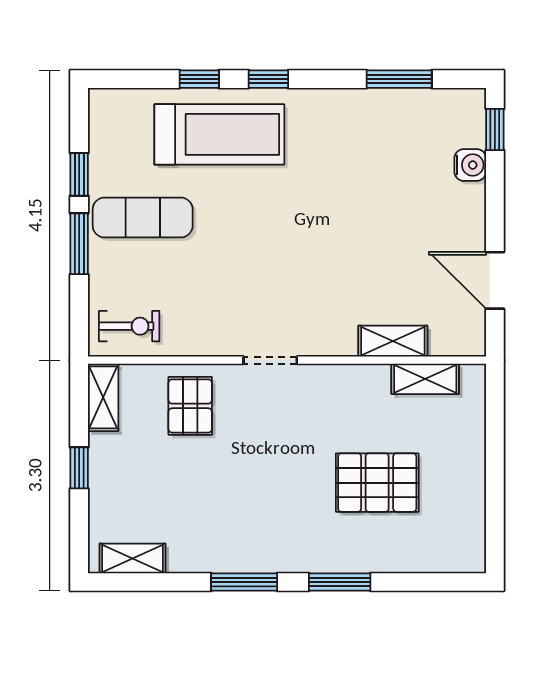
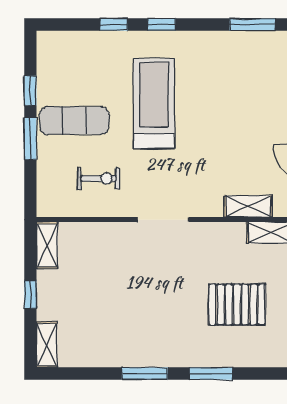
treadmill: (219, 134) -> (154, 104), moved, turned -90
exercise bike: (129, 326) -> (99, 179), moved
doorway: (270, 360) -> (163, 220), width x1.38
pallet: (190, 406) -> (107, 251), removed
shelving: (132, 558) -> (47, 345), moved, turned 90

